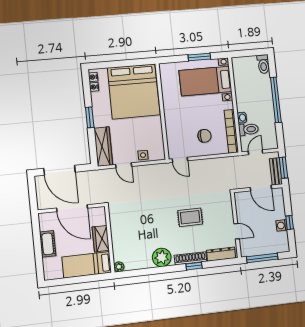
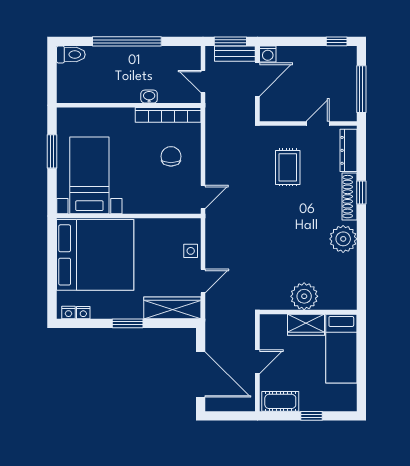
bed with nightstands: (205, 81) -> (89, 175), moved, turned 180
toilet: (248, 129) -> (168, 88), removed
door: (59, 170) -> (201, 374), hinge flipped
door: (72, 208) -> (257, 362), width x0.53
rug: (190, 217) -> (288, 167), moved
window: (290, 222) -> (337, 41), moved
washing machine: (282, 225) -> (268, 54), moved
cot: (48, 244) -> (280, 401), moved
window: (38, 250) -> (312, 416), added
plant: (119, 267) -> (304, 296), moved, width x1.88, depth x1.88

